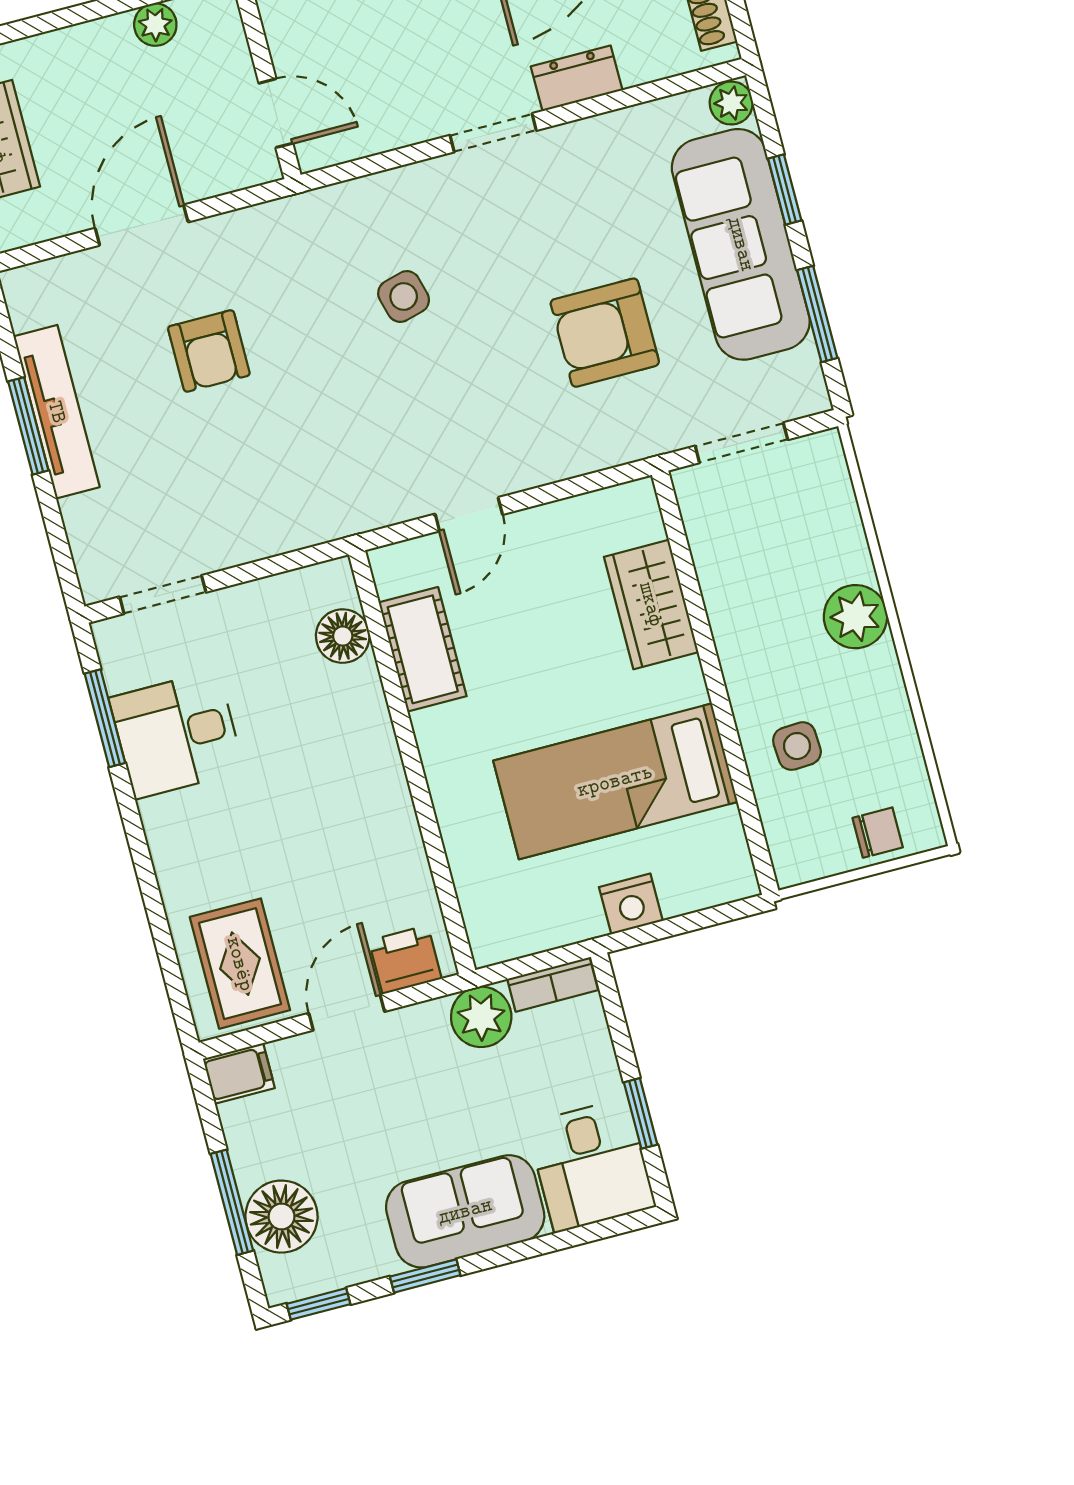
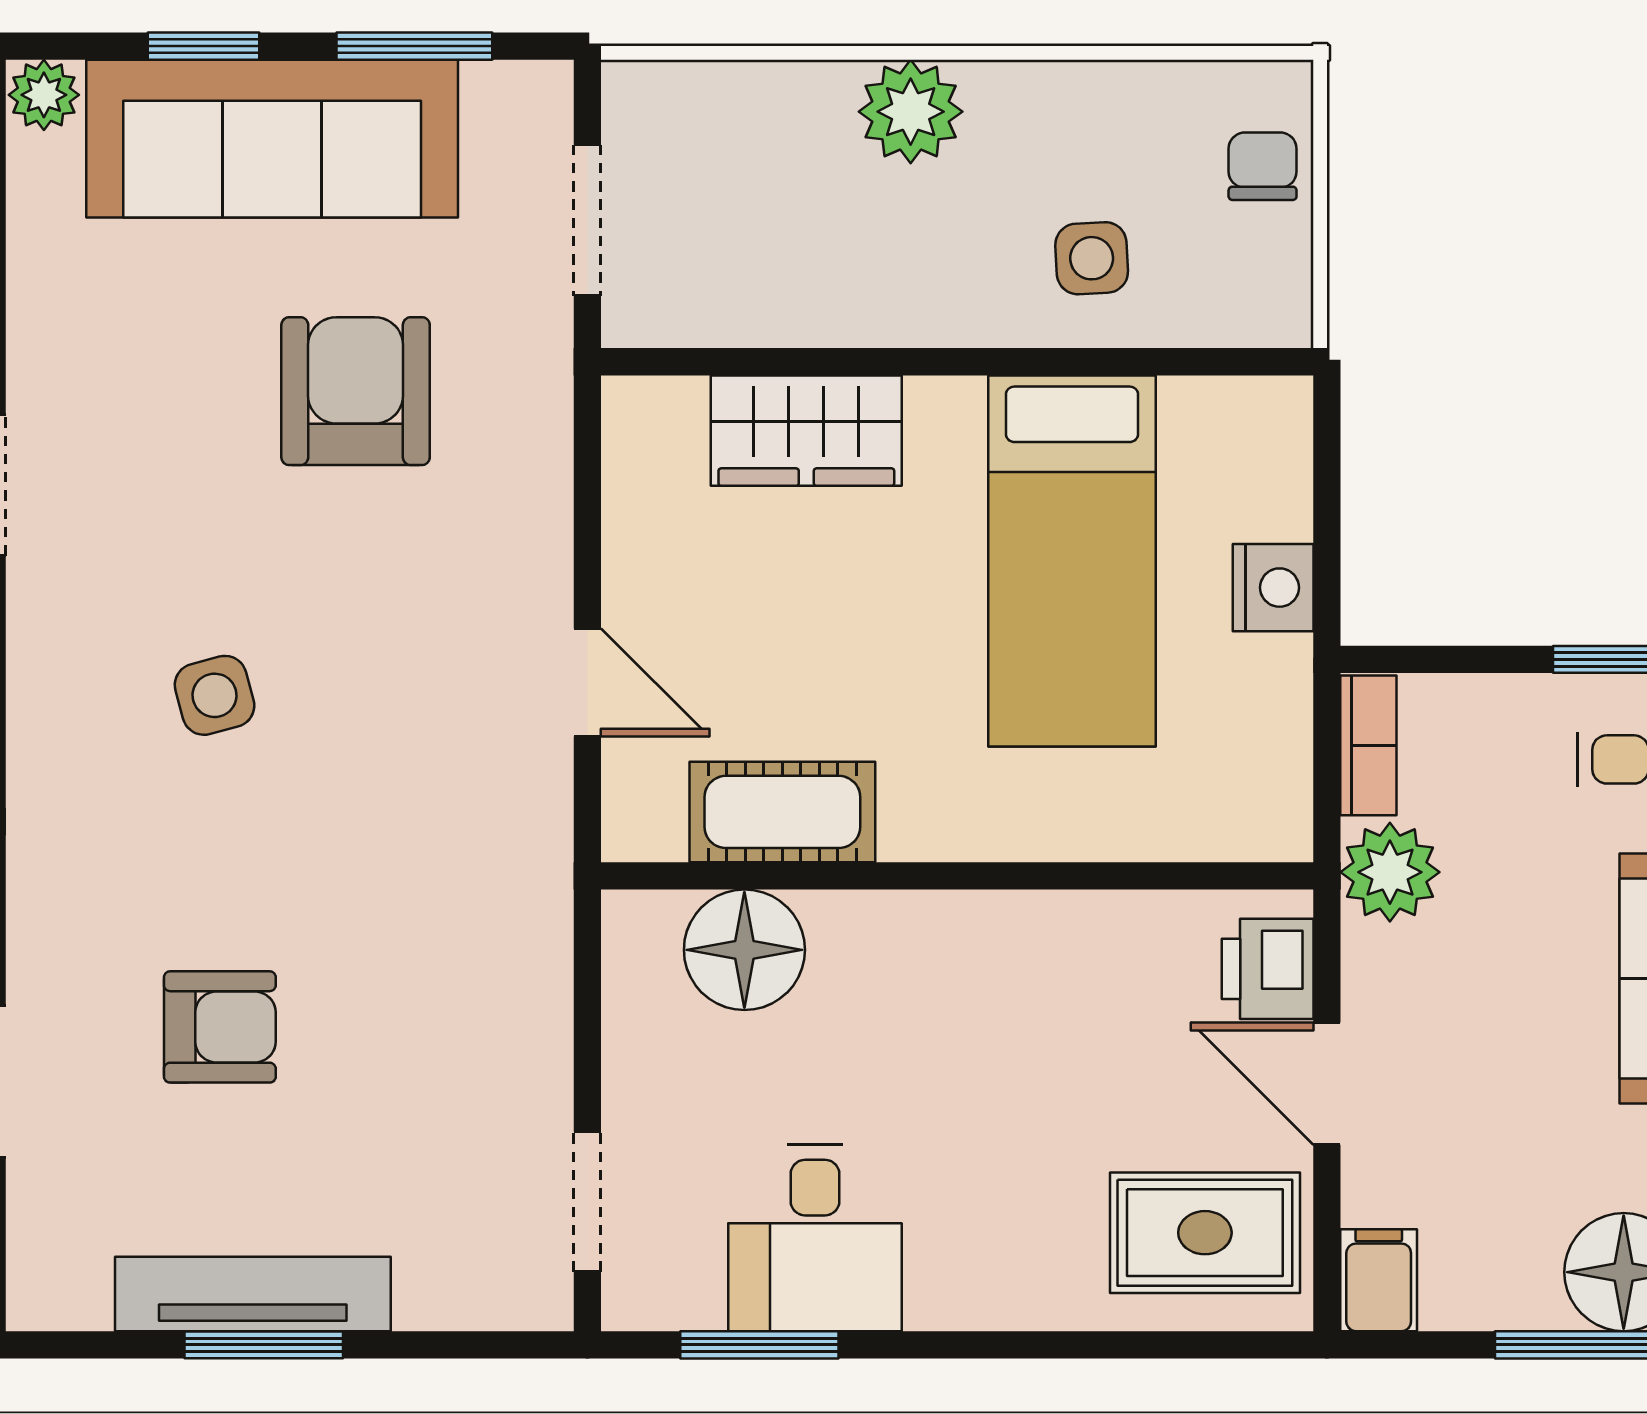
armchair: (605, 333) -> (356, 391), turned 180
floor lamp: (343, 636) -> (744, 950), width x1.38, depth x1.38

